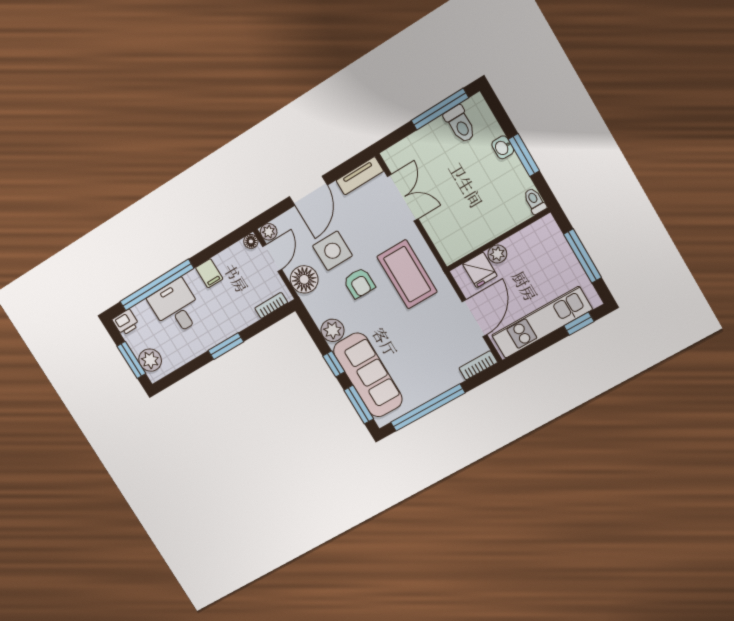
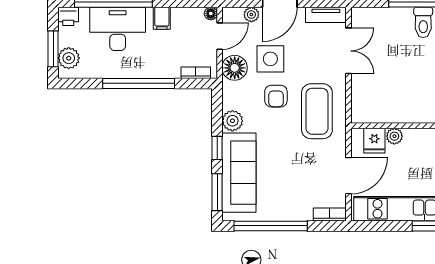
plant: (269, 232) -> (251, 15), moved
desk: (176, 307) -> (118, 29), width x1.37
window: (226, 346) -> (139, 83), width x2.11

